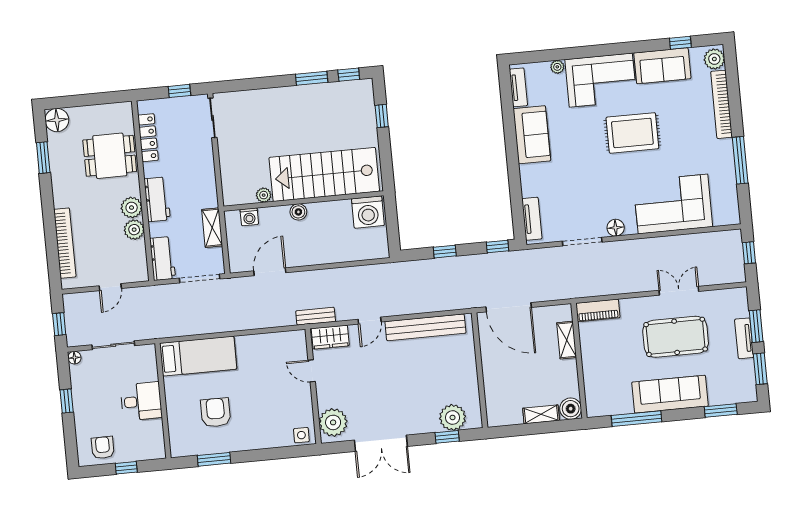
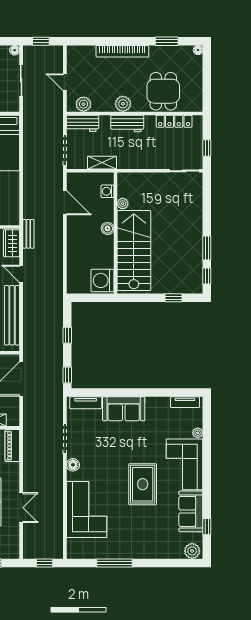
bookcase: (722, 104) -> (158, 553), removed
floor lamp: (57, 120) -> (198, 50), width x0.53, depth x0.53
sofa: (532, 135) -> (124, 409), moved
plant: (134, 230) -> (84, 104), moved
bookcase: (65, 243) -> (122, 51), moved

